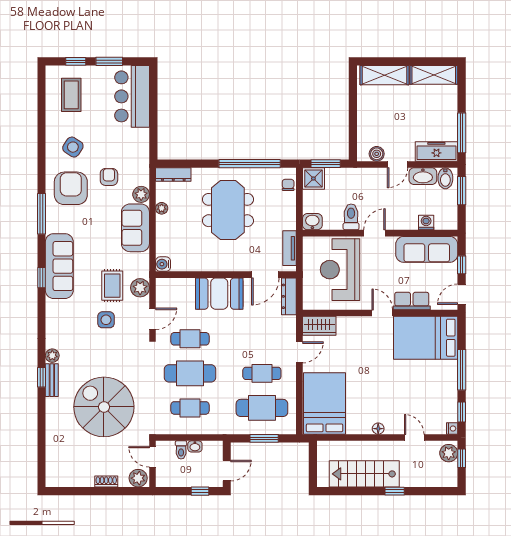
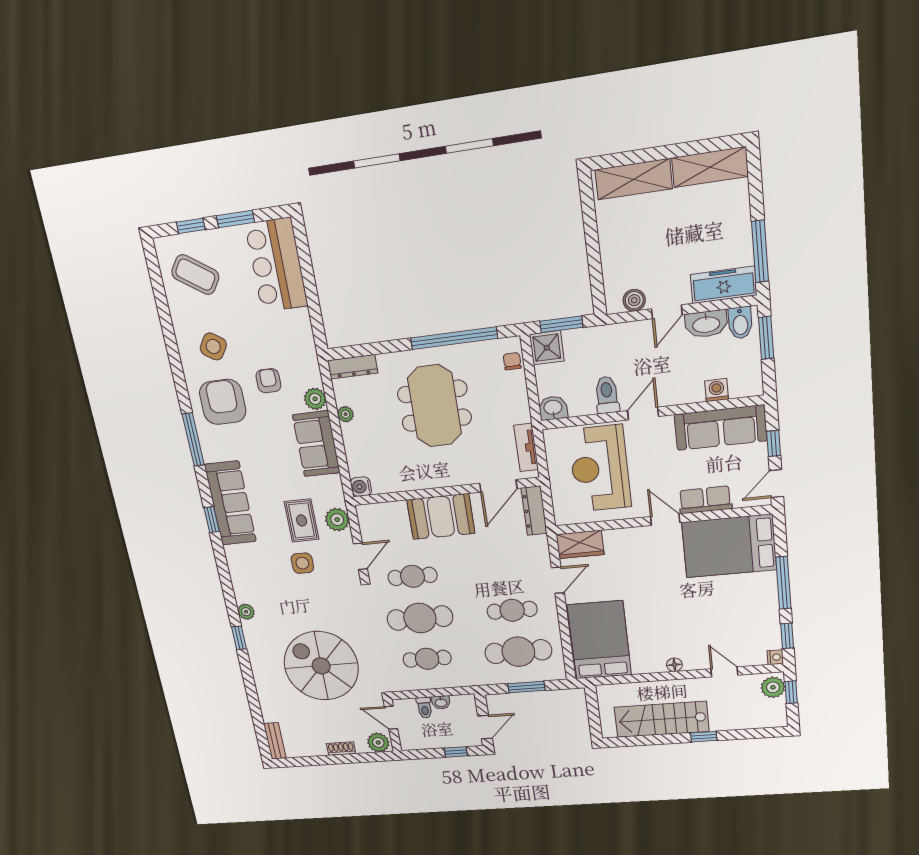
coffee table: (71, 95) -> (195, 275), turned -56
bench: (52, 380) -> (275, 741), moved

